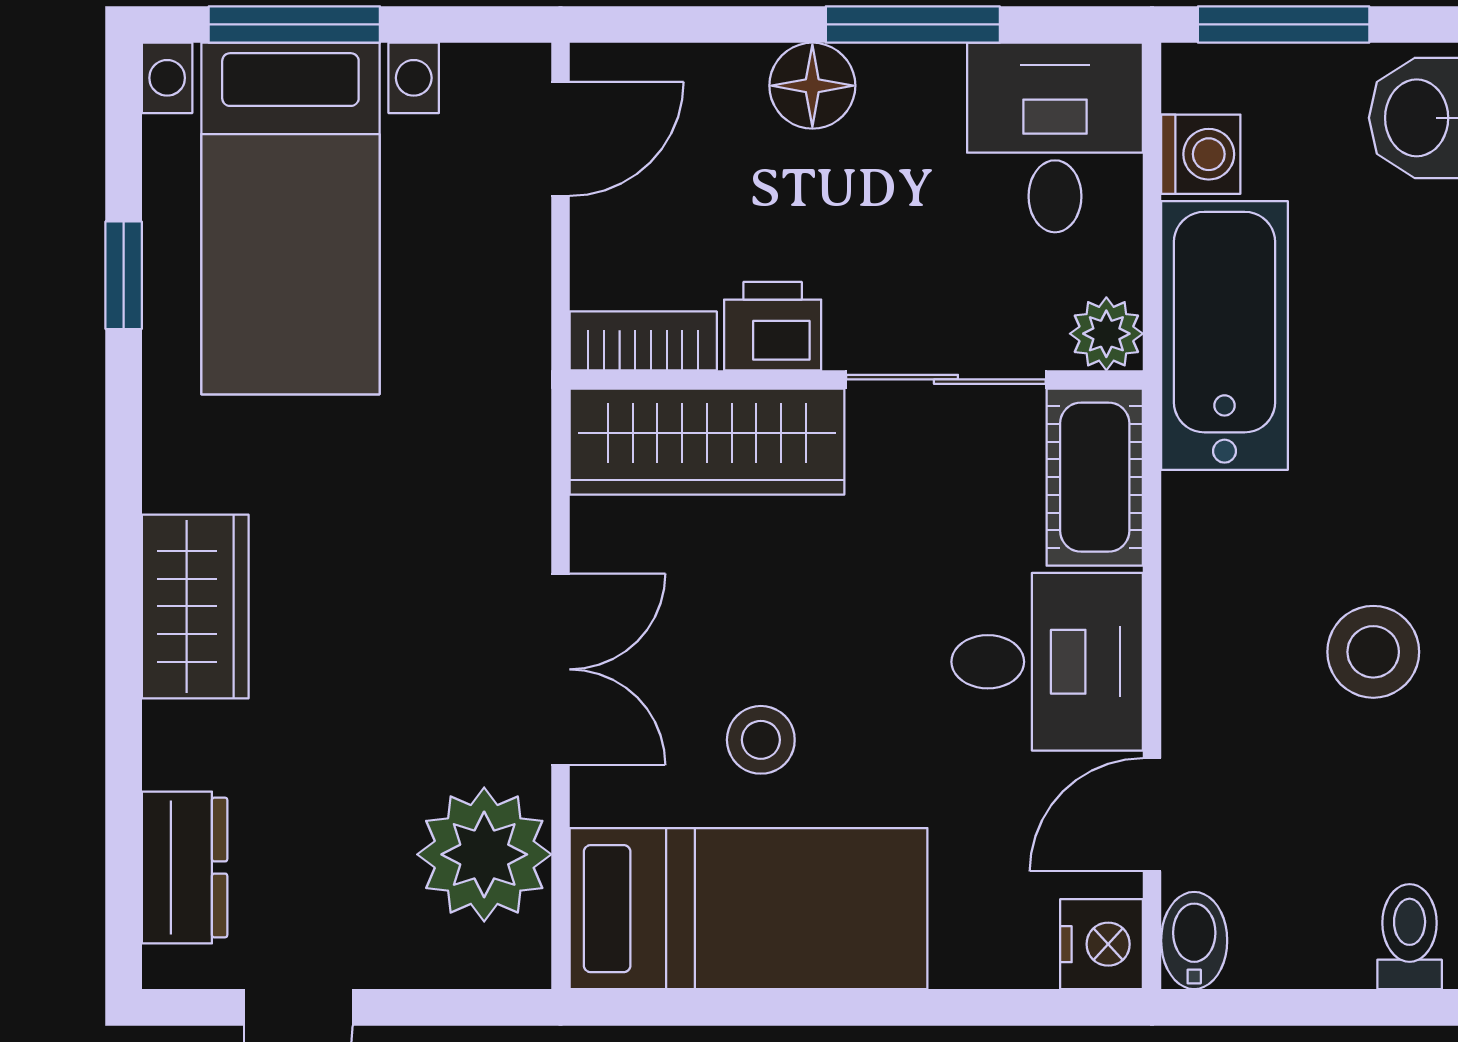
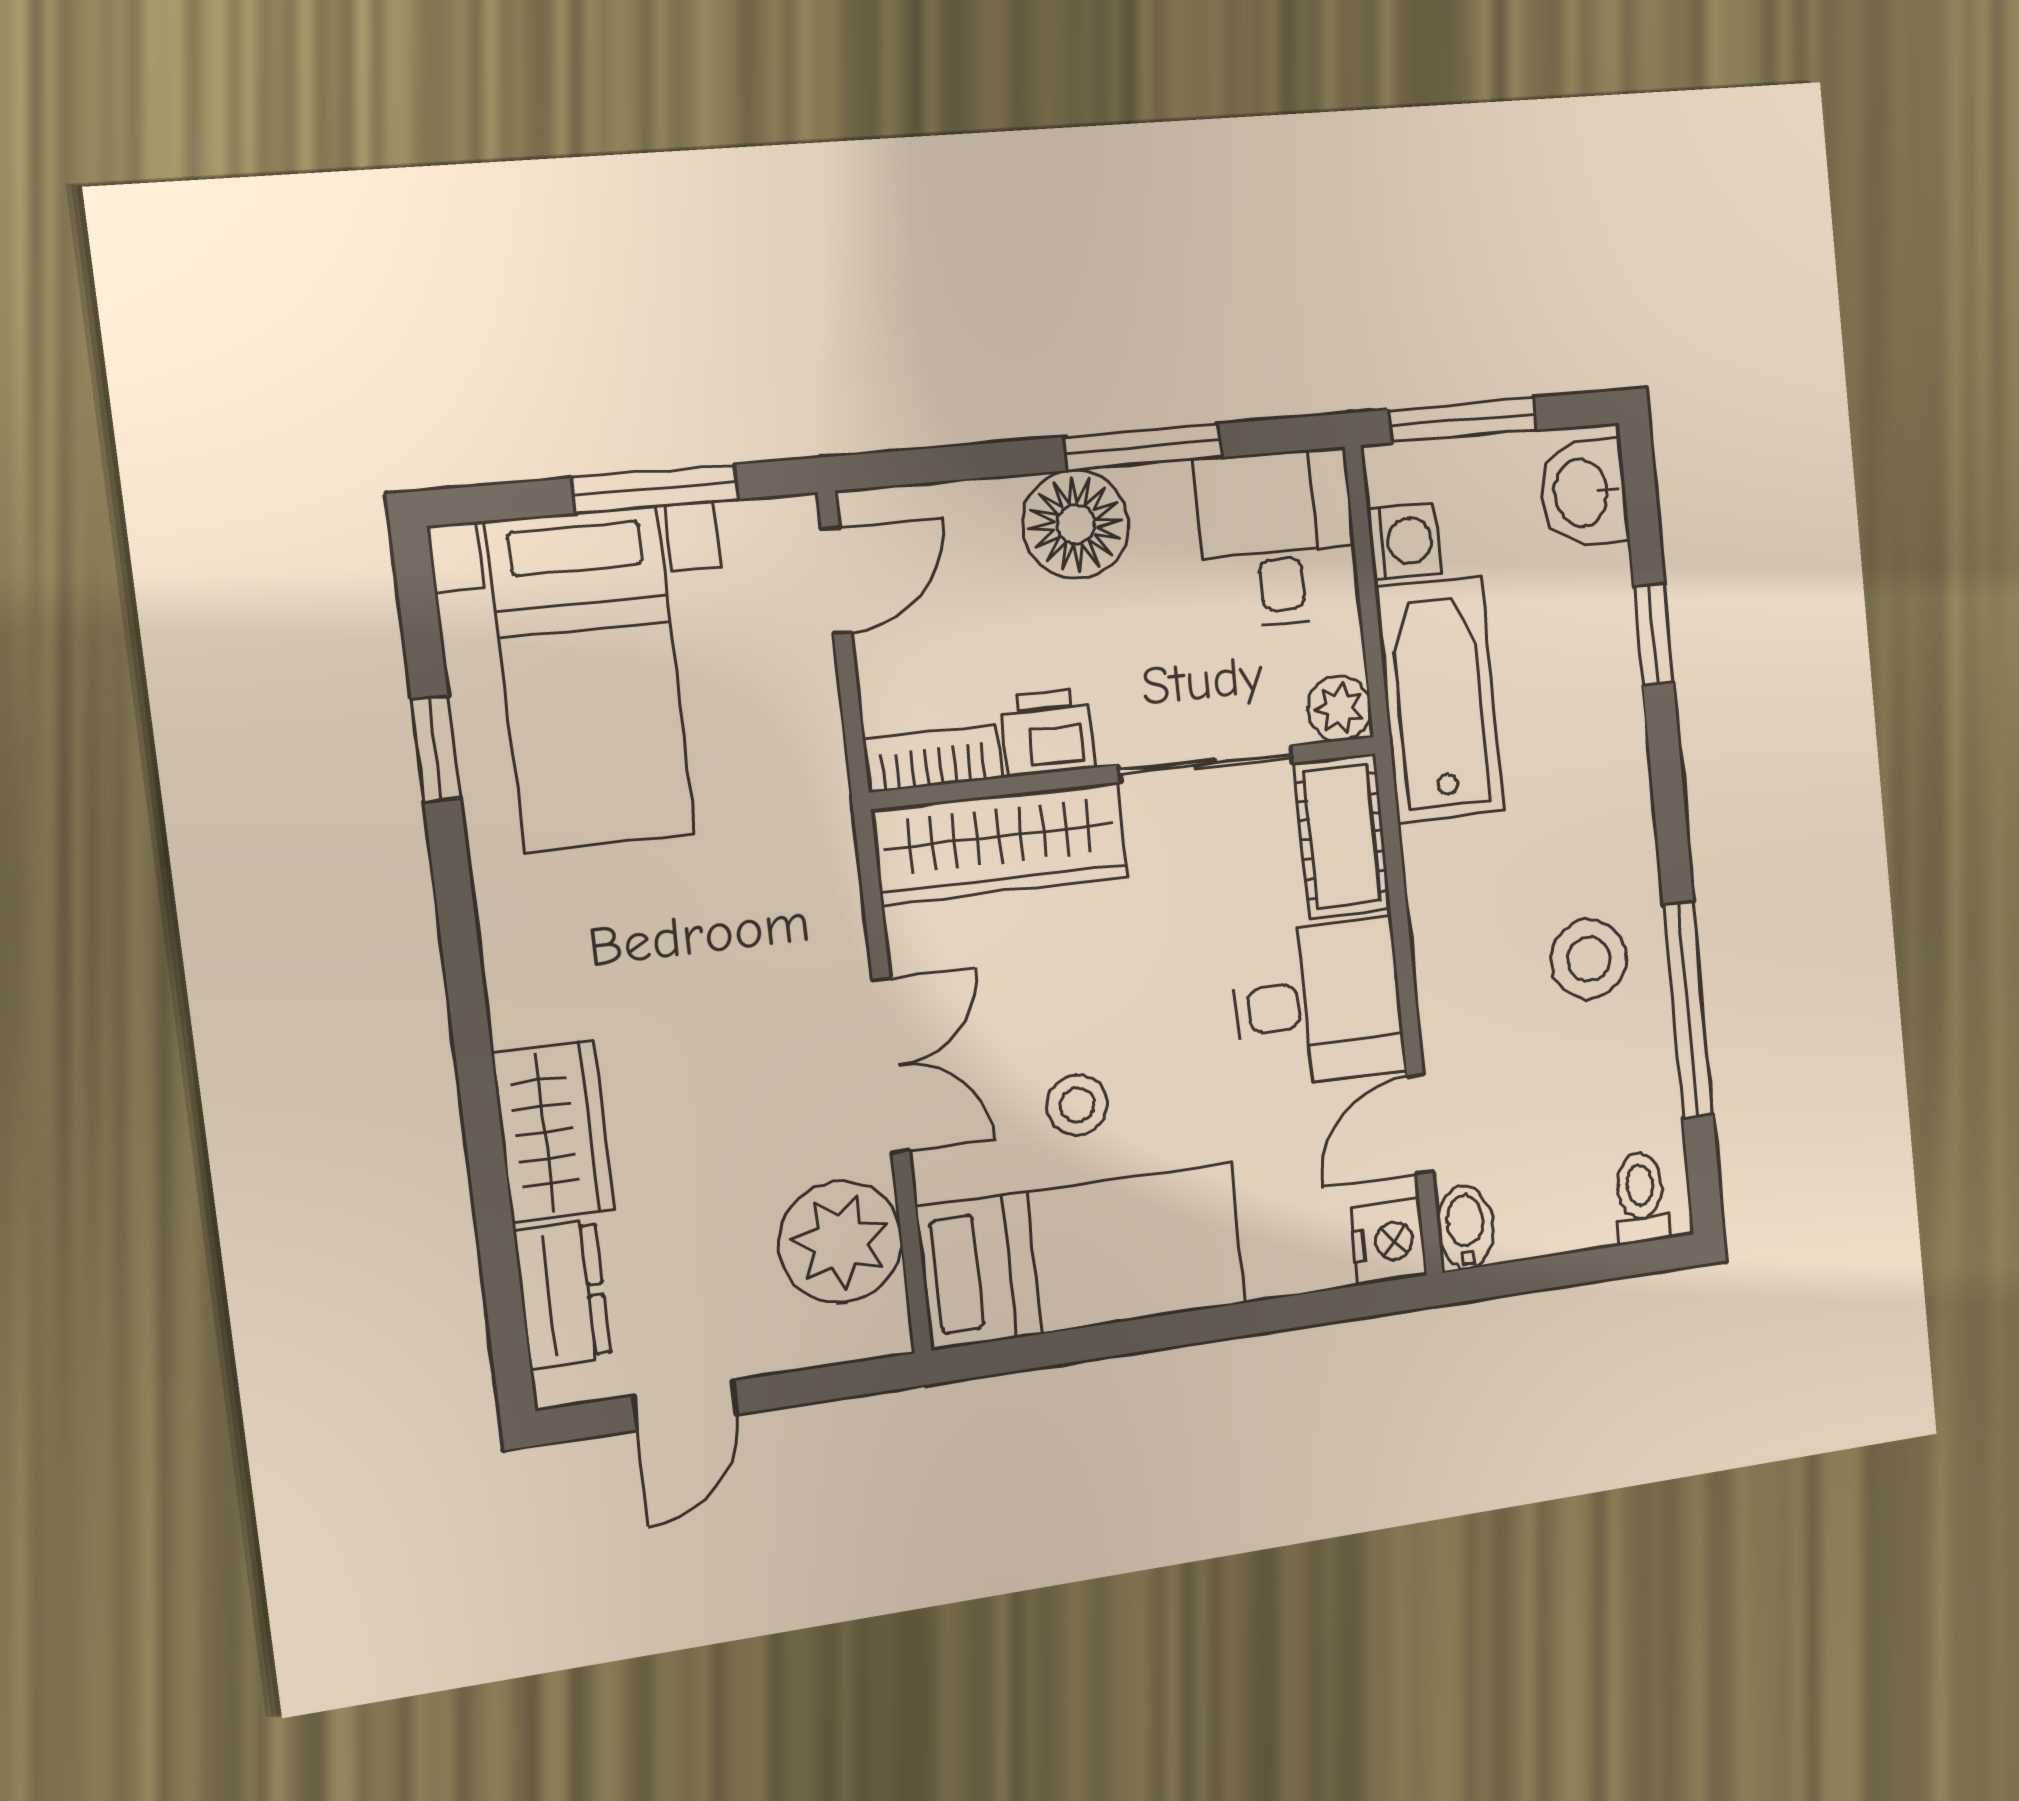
window: (294, 24) -> (655, 489), moved
floor lamp: (812, 86) -> (1076, 524), width x1.38, depth x1.38
wardrobe: (195, 606) -> (553, 1131), moved

